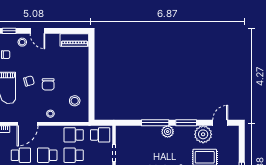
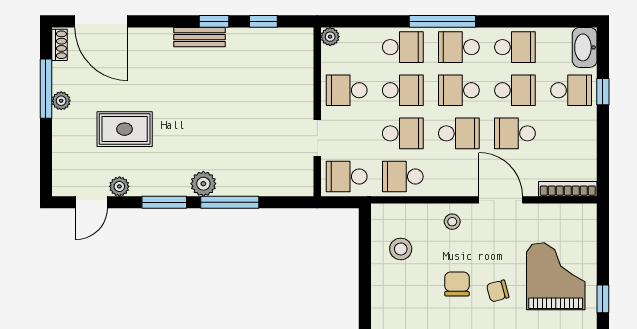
door: (28, 124) -> (501, 200), hinge flipped
plant: (203, 134) -> (119, 186), width x0.53, depth x0.53
school desk: (74, 135) -> (403, 177), turned 180

